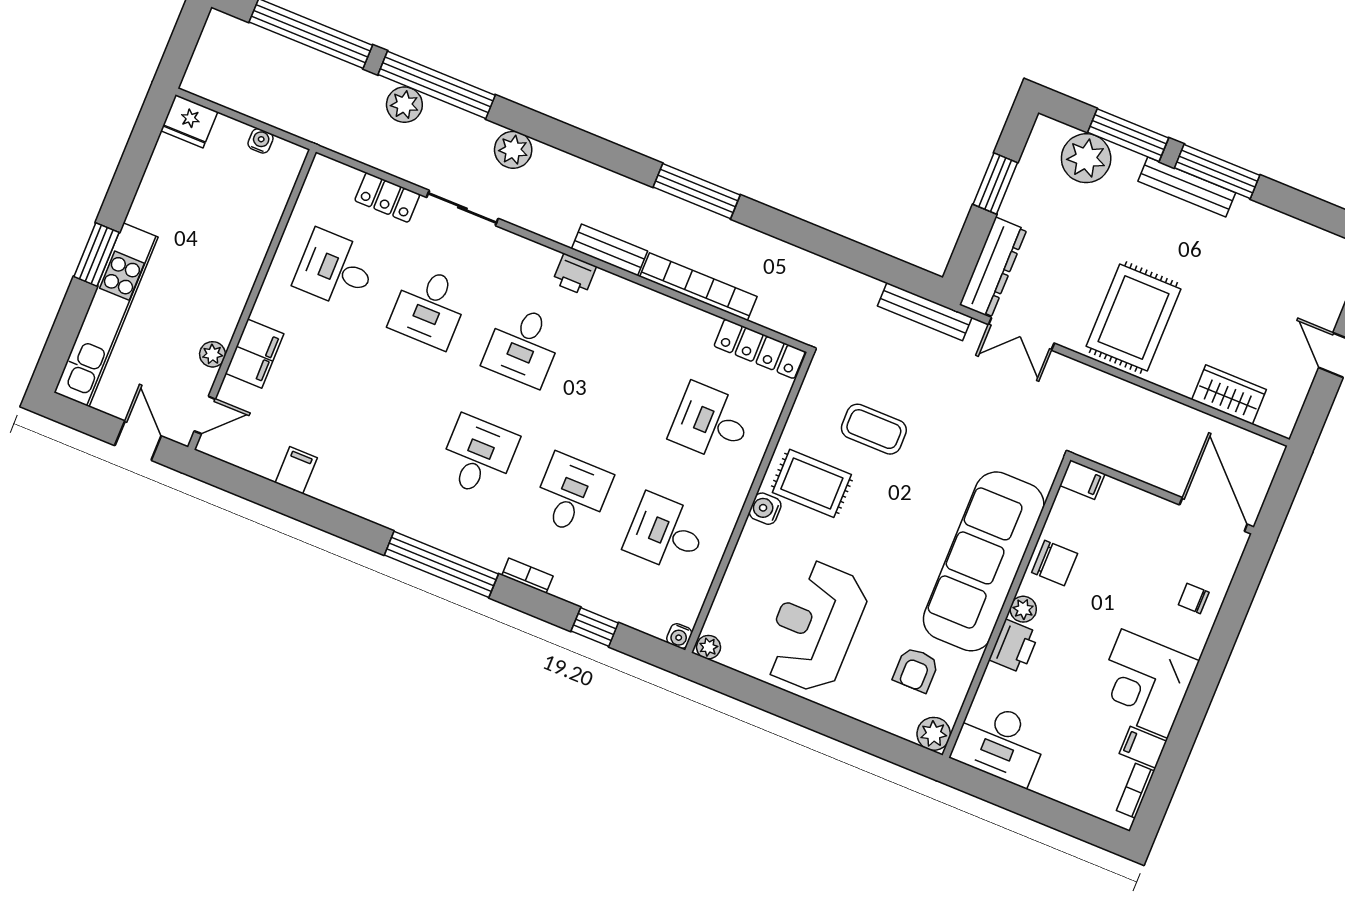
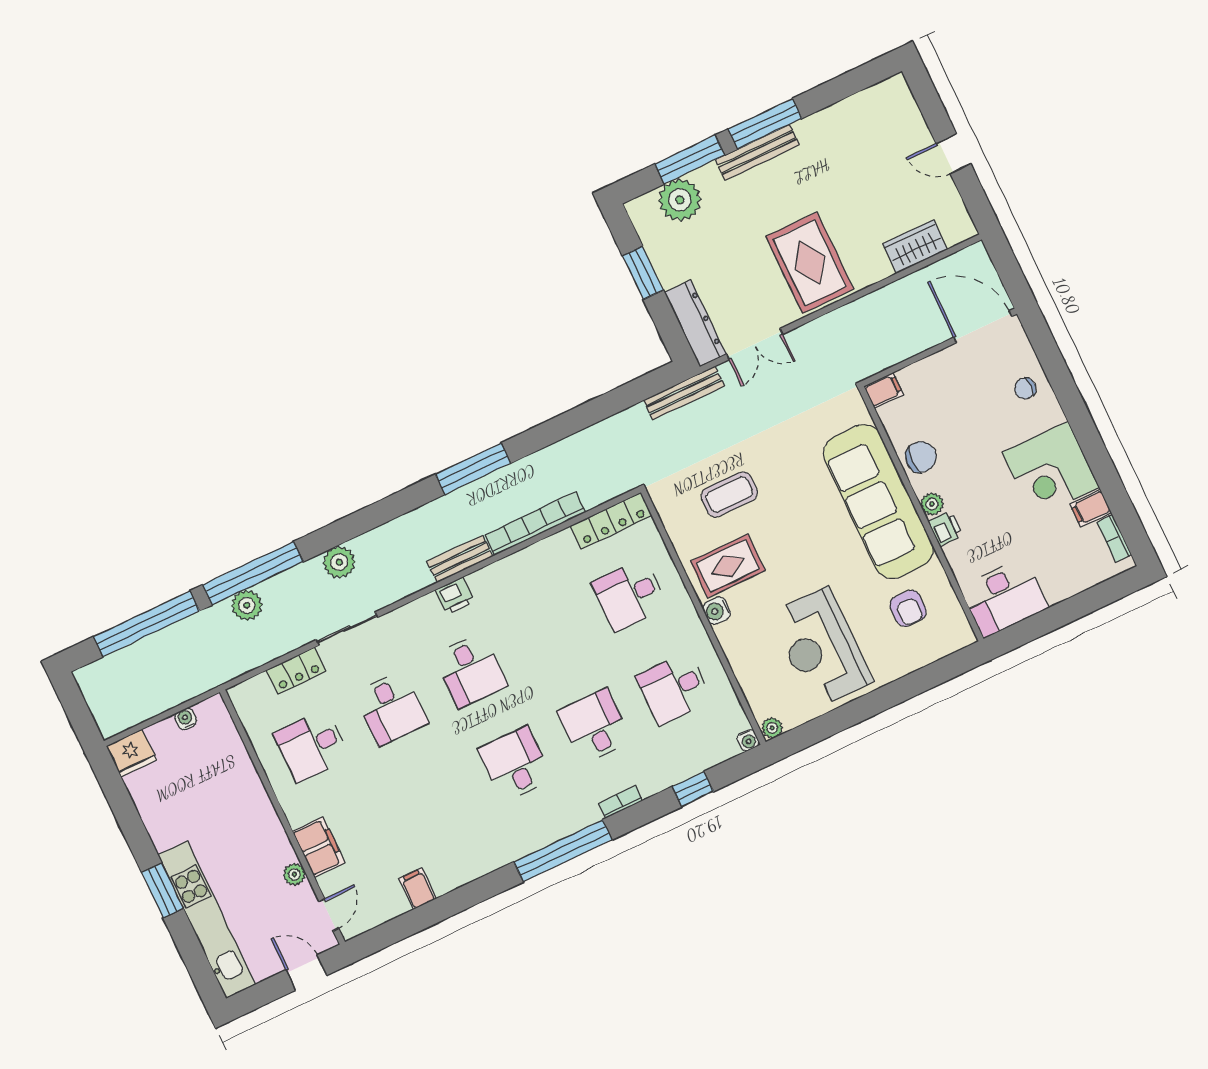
printer: (1014, 646) -> (945, 528), width x0.73, depth x0.81
plant: (934, 734) -> (959, 634), removed

